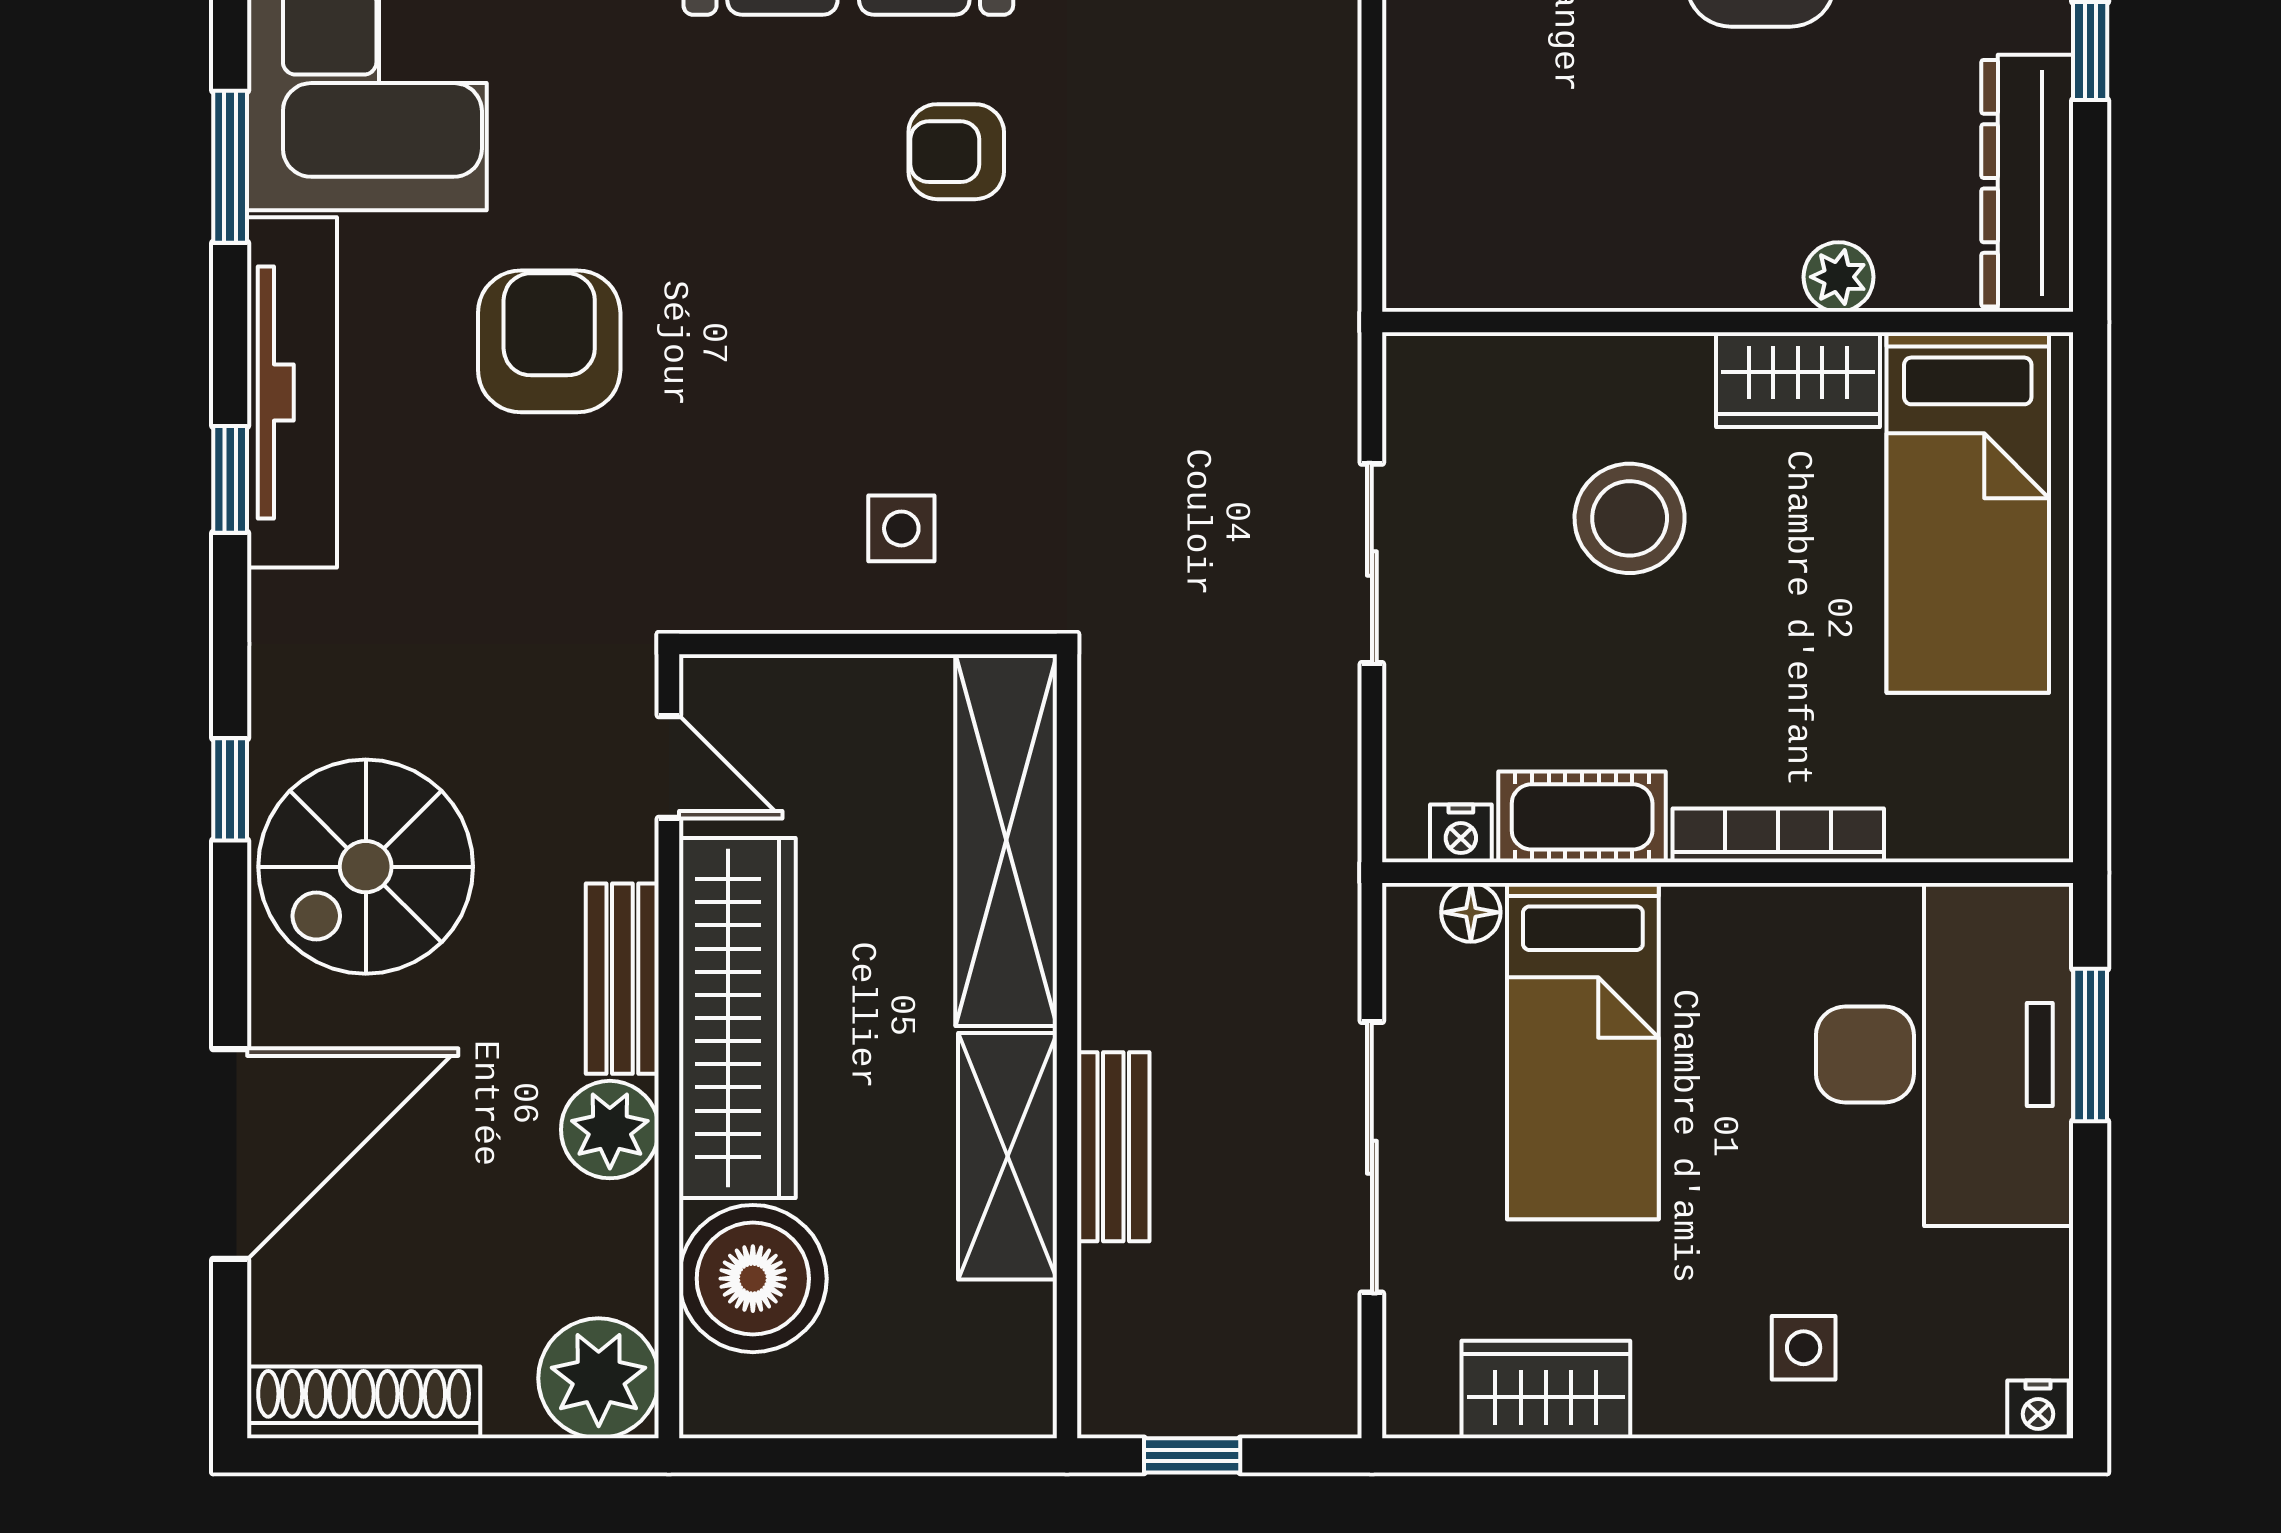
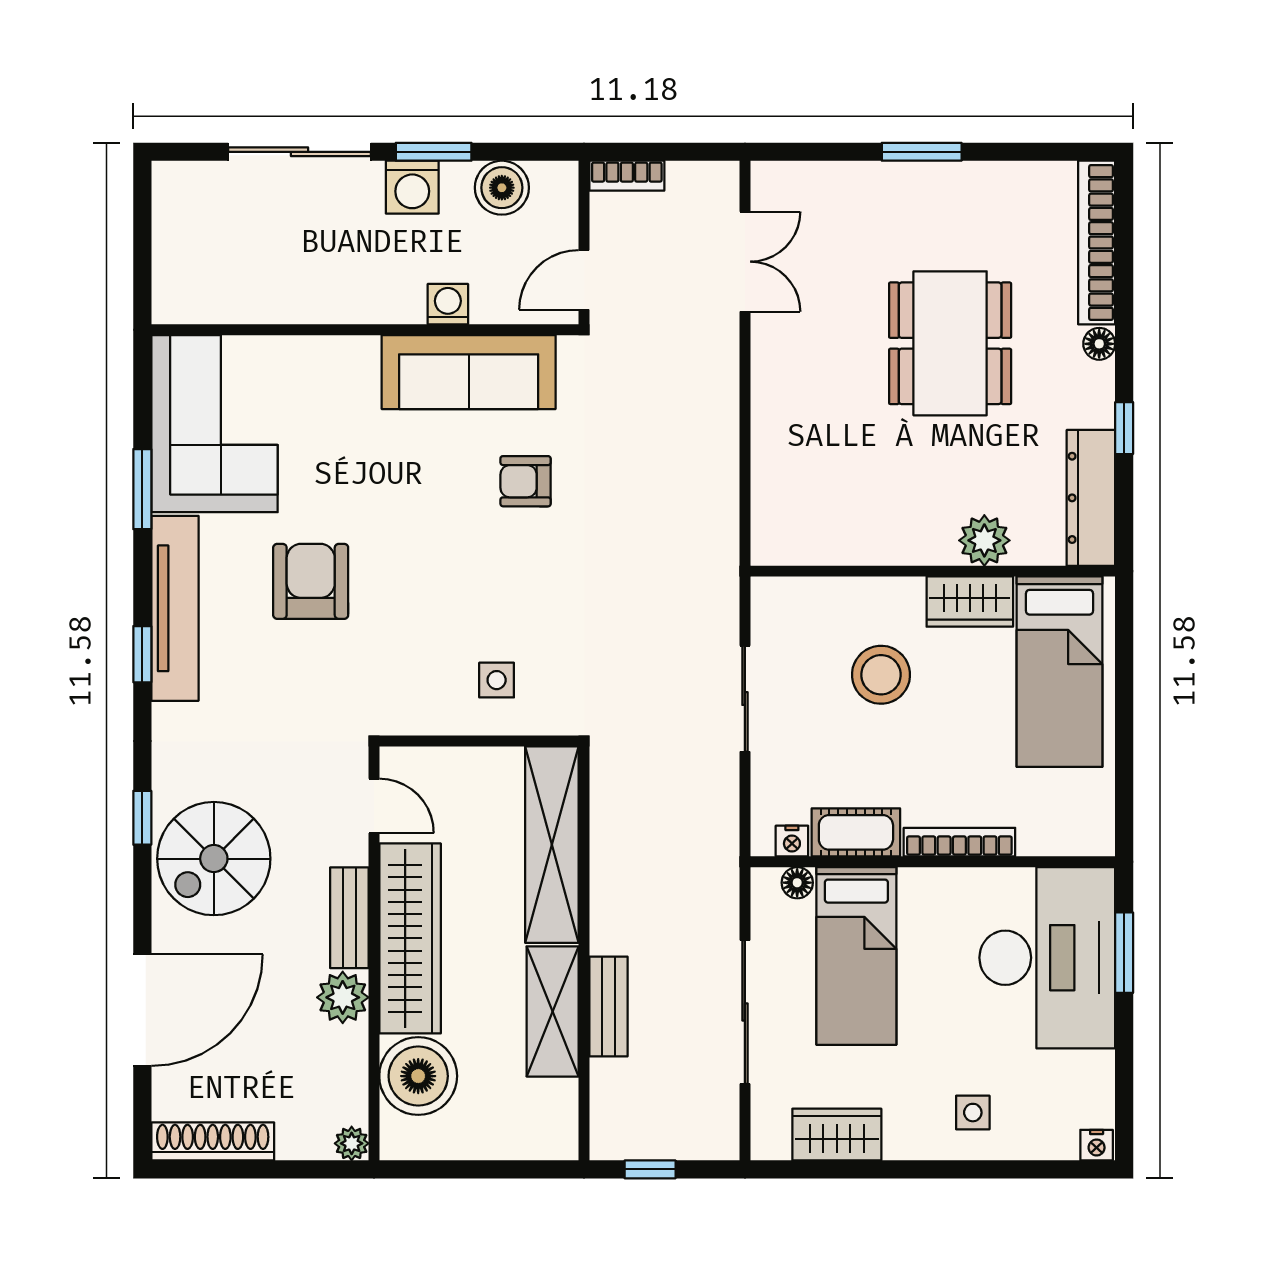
plant: (1839, 277) -> (984, 540), width x1.38, depth x1.38
plant: (599, 1378) -> (352, 1143), width x0.53, depth x0.53

